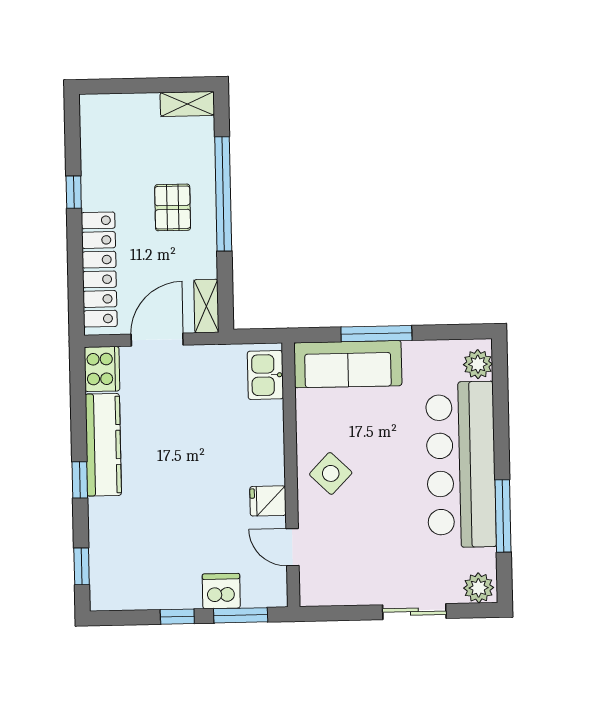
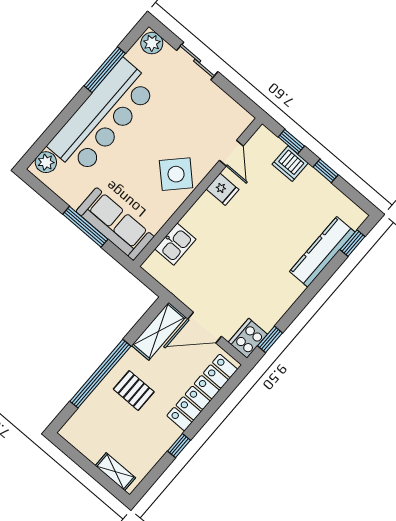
shelving: (187, 104) -> (115, 472), moved
pallet: (173, 207) -> (134, 391), turned 90
shelving: (206, 306) -> (159, 331), width x1.50, depth x1.33
kitchen sink: (265, 375) -> (175, 244), moved
kitchen counter: (103, 445) -> (322, 252), moved
side table: (331, 473) -> (176, 174), width x1.37, depth x1.37
window: (80, 480) -> (270, 339), moved
window: (241, 615) -> (291, 142), width x0.67

